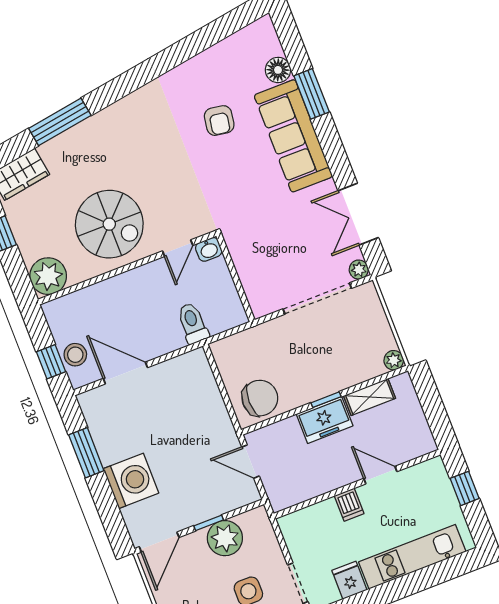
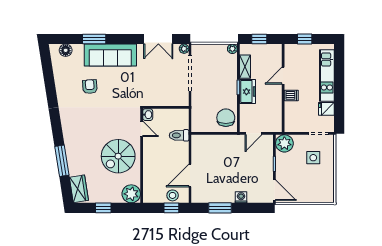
floor lamp: (278, 70) -> (66, 50), moved
armchair: (219, 121) -> (90, 87), turned -103
spiral stairs: (109, 224) -> (118, 156), turned 180
window: (432, 403) -> (259, 39), added
washing machine: (131, 481) -> (241, 197), width x0.53, depth x0.53
plant: (225, 538) -> (284, 143), moved

